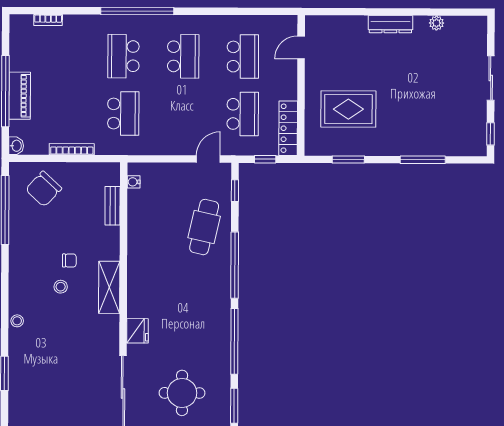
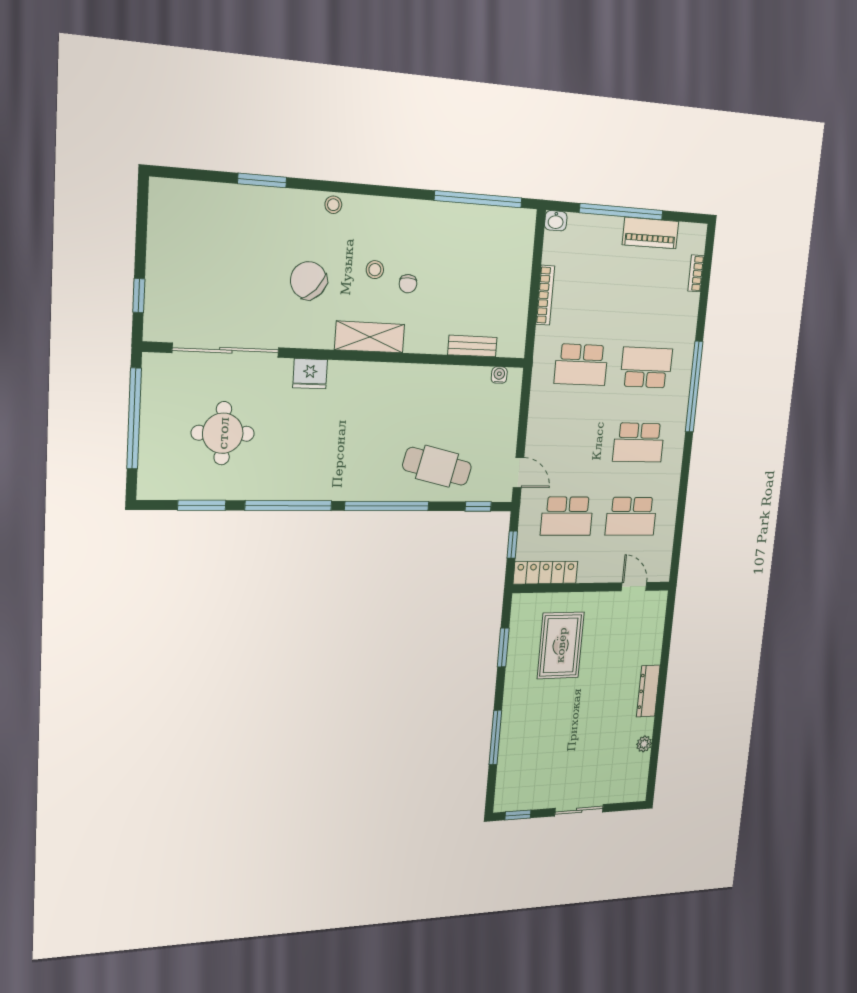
piano: (20, 96) -> (650, 233), moved
chair: (44, 189) -> (309, 280), moved

